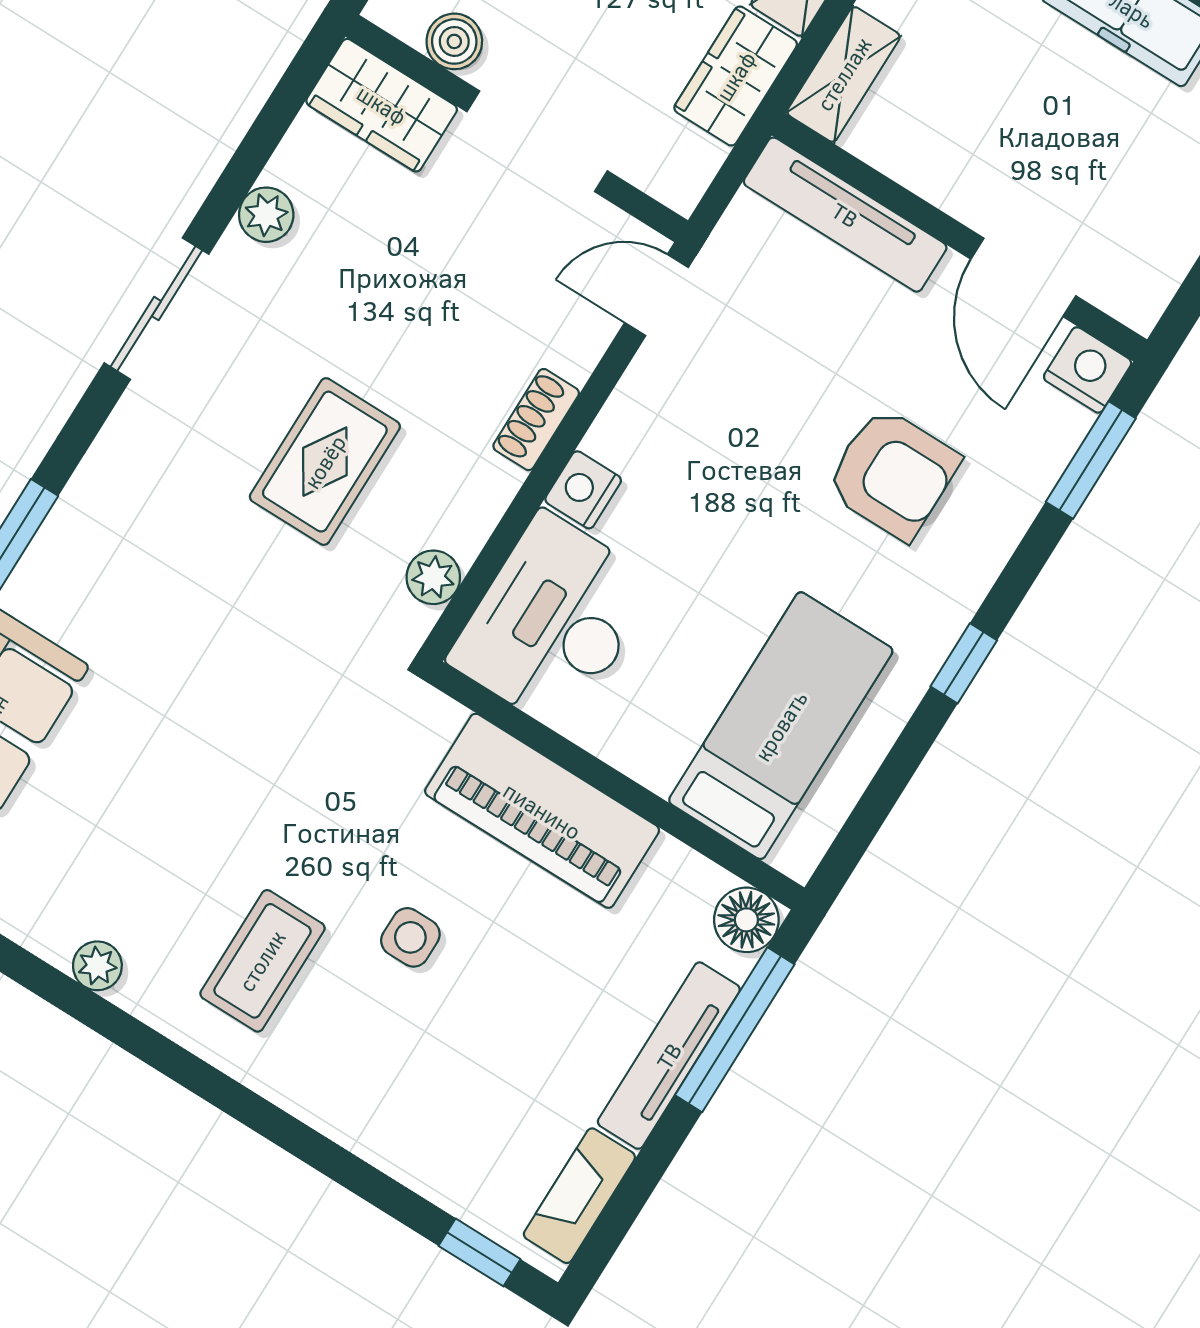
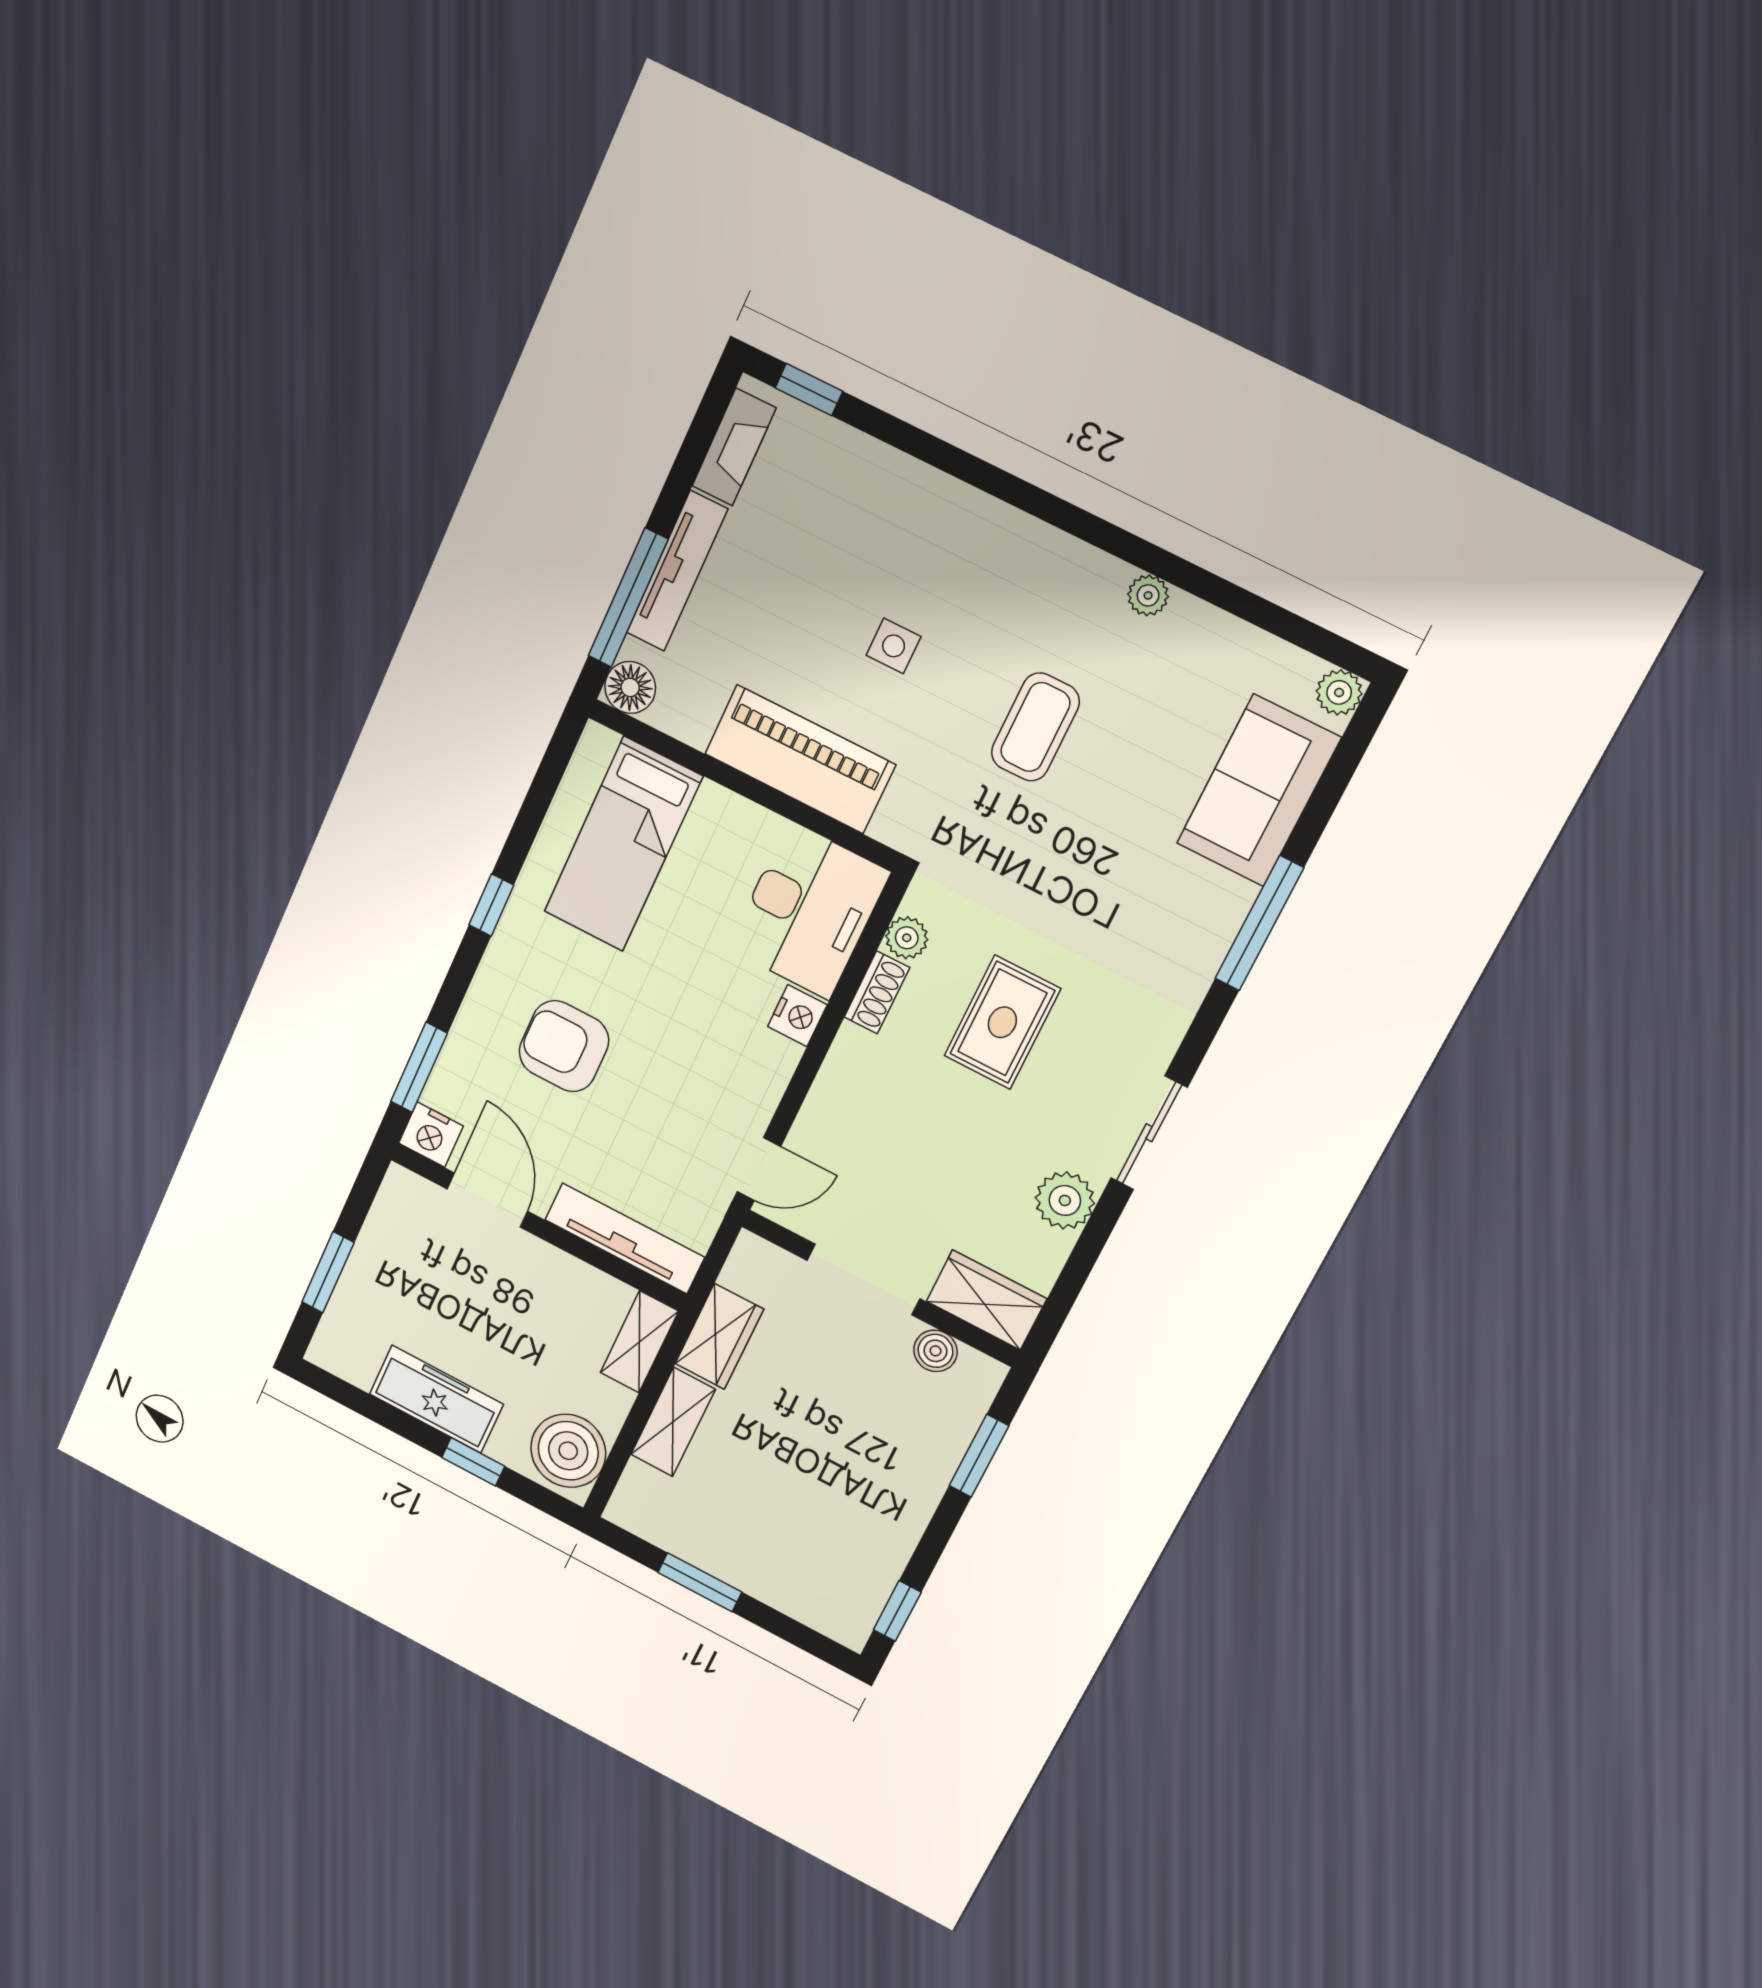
plant: (266, 215) -> (1065, 1200), width x1.38, depth x1.38
shoe rack: (536, 420) -> (877, 992), moved
coffee table: (262, 961) -> (1035, 727), moved

